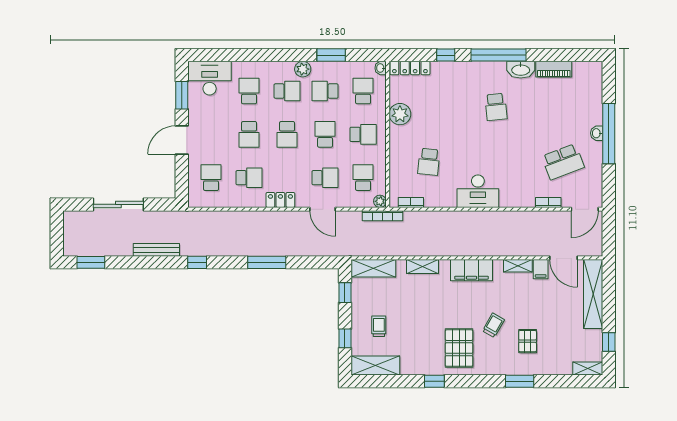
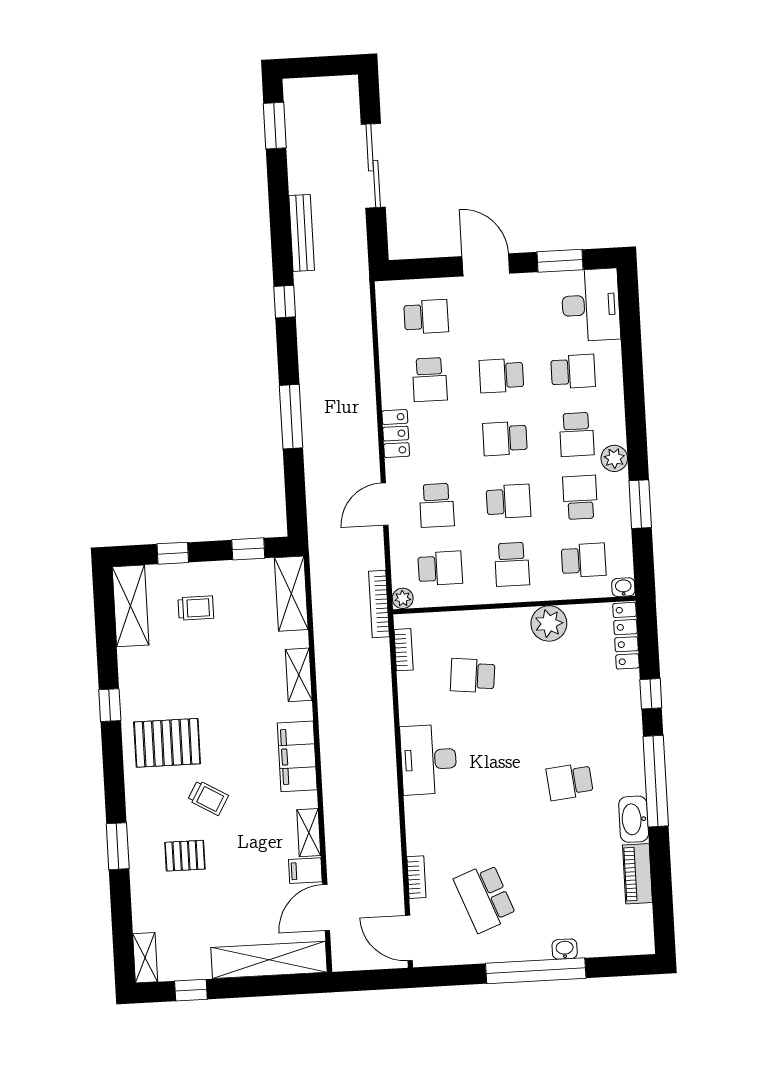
washbasin: (597, 133) -> (565, 949), moved

